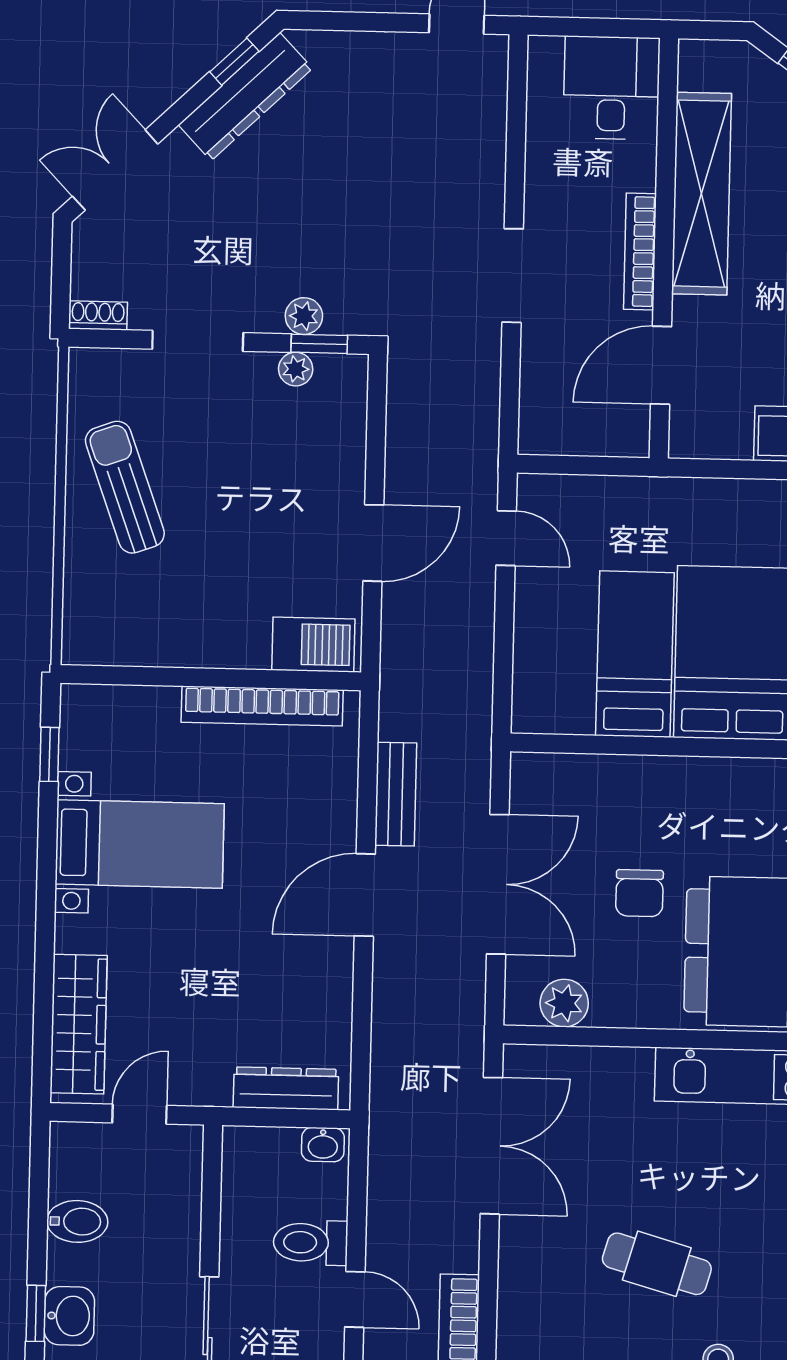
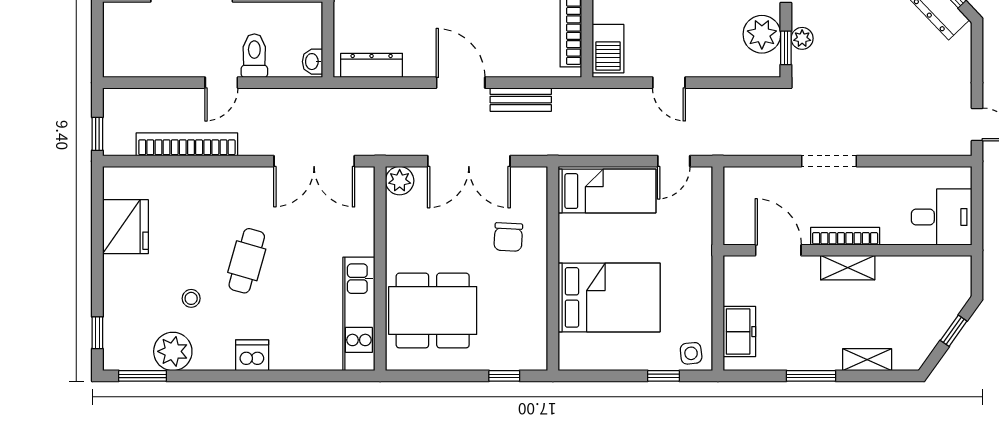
shelving: (702, 194) -> (848, 268), width x0.45, depth x0.75
plant: (296, 369) -> (762, 34), width x1.87, depth x1.87
door: (373, 543) -> (669, 83), width x0.73
bed: (635, 654) -> (607, 191), moved
chair: (639, 893) -> (508, 237), moved, turned -87
plant: (564, 1003) -> (400, 181), moved
dresser: (286, 1088) -> (372, 65), moved, turned -90

